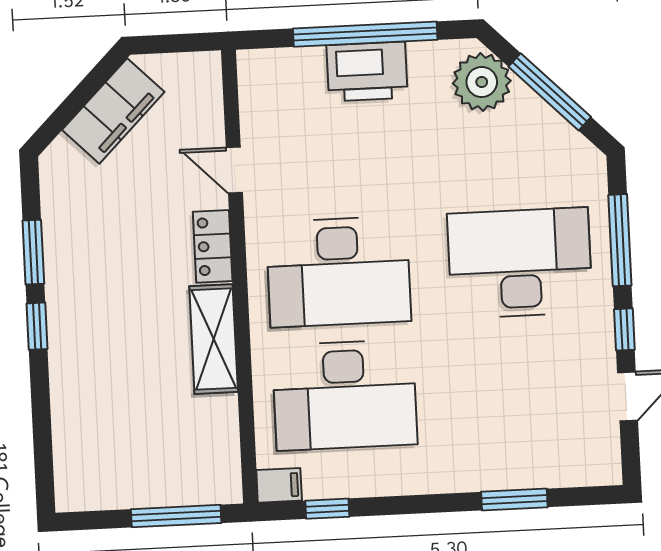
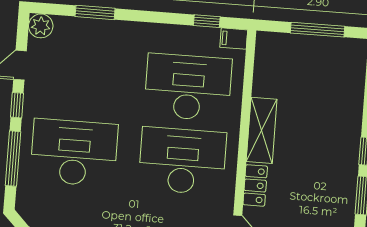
desk: (520, 263) -> (74, 153), turned 180
plant: (602, 466) -> (41, 26), added
window: (176, 516) -> (318, 30), moved

